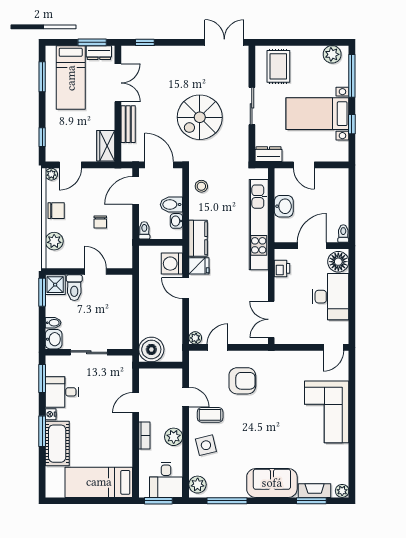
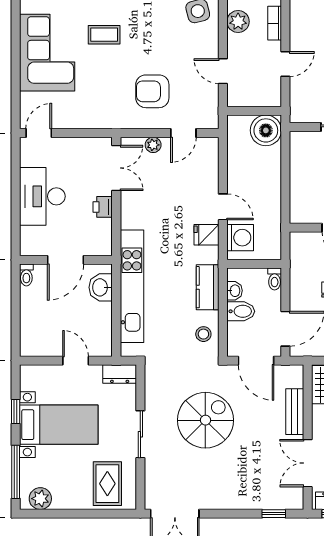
washbasin: (284, 206) -> (101, 287), moved
kitchen counter: (198, 238) -> (208, 287), moved
floor lamp: (338, 262) -> (33, 240), removed
printer: (282, 268) -> (103, 207), moved
plant: (195, 338) -> (153, 145), moved
coffee table: (210, 415) -> (104, 35), moved

